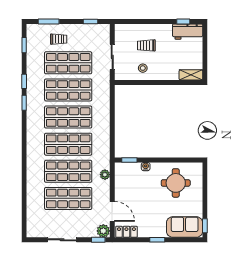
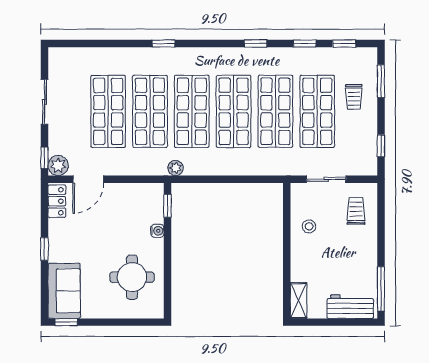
window: (183, 21) -> (381, 289), width x2.17
workbench: (188, 32) -> (350, 307), moved, turned 90
trolley: (146, 45) -> (356, 211), moved
window: (24, 81) -> (305, 44), moved
window: (24, 162) -> (164, 44), added
plant: (105, 175) -> (176, 168), moved

